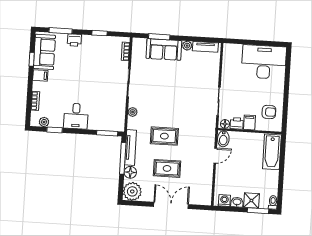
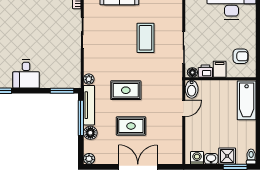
coffee table: (185, 90) -> (146, 38), added
plant: (133, 112) -> (89, 79), moved
plant: (132, 191) -> (89, 159), width x0.53, depth x0.53

